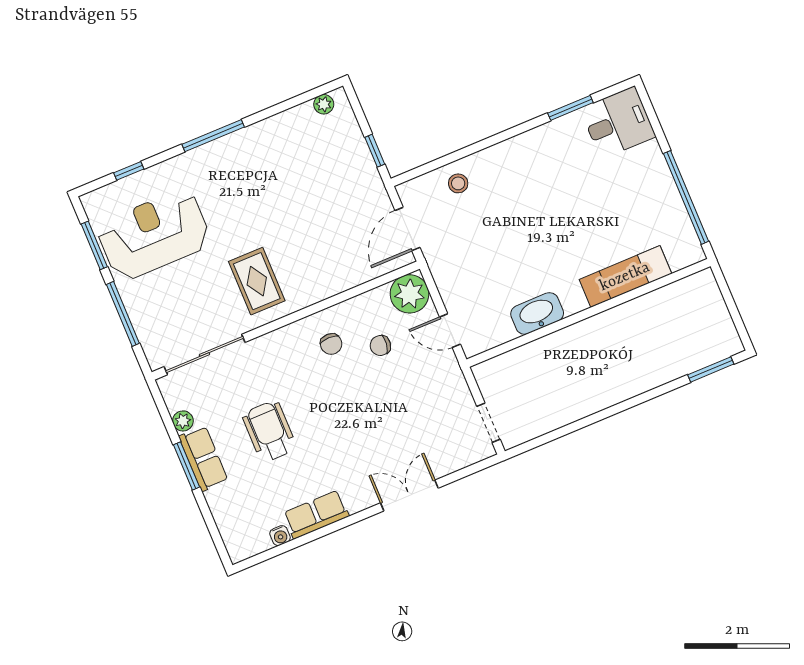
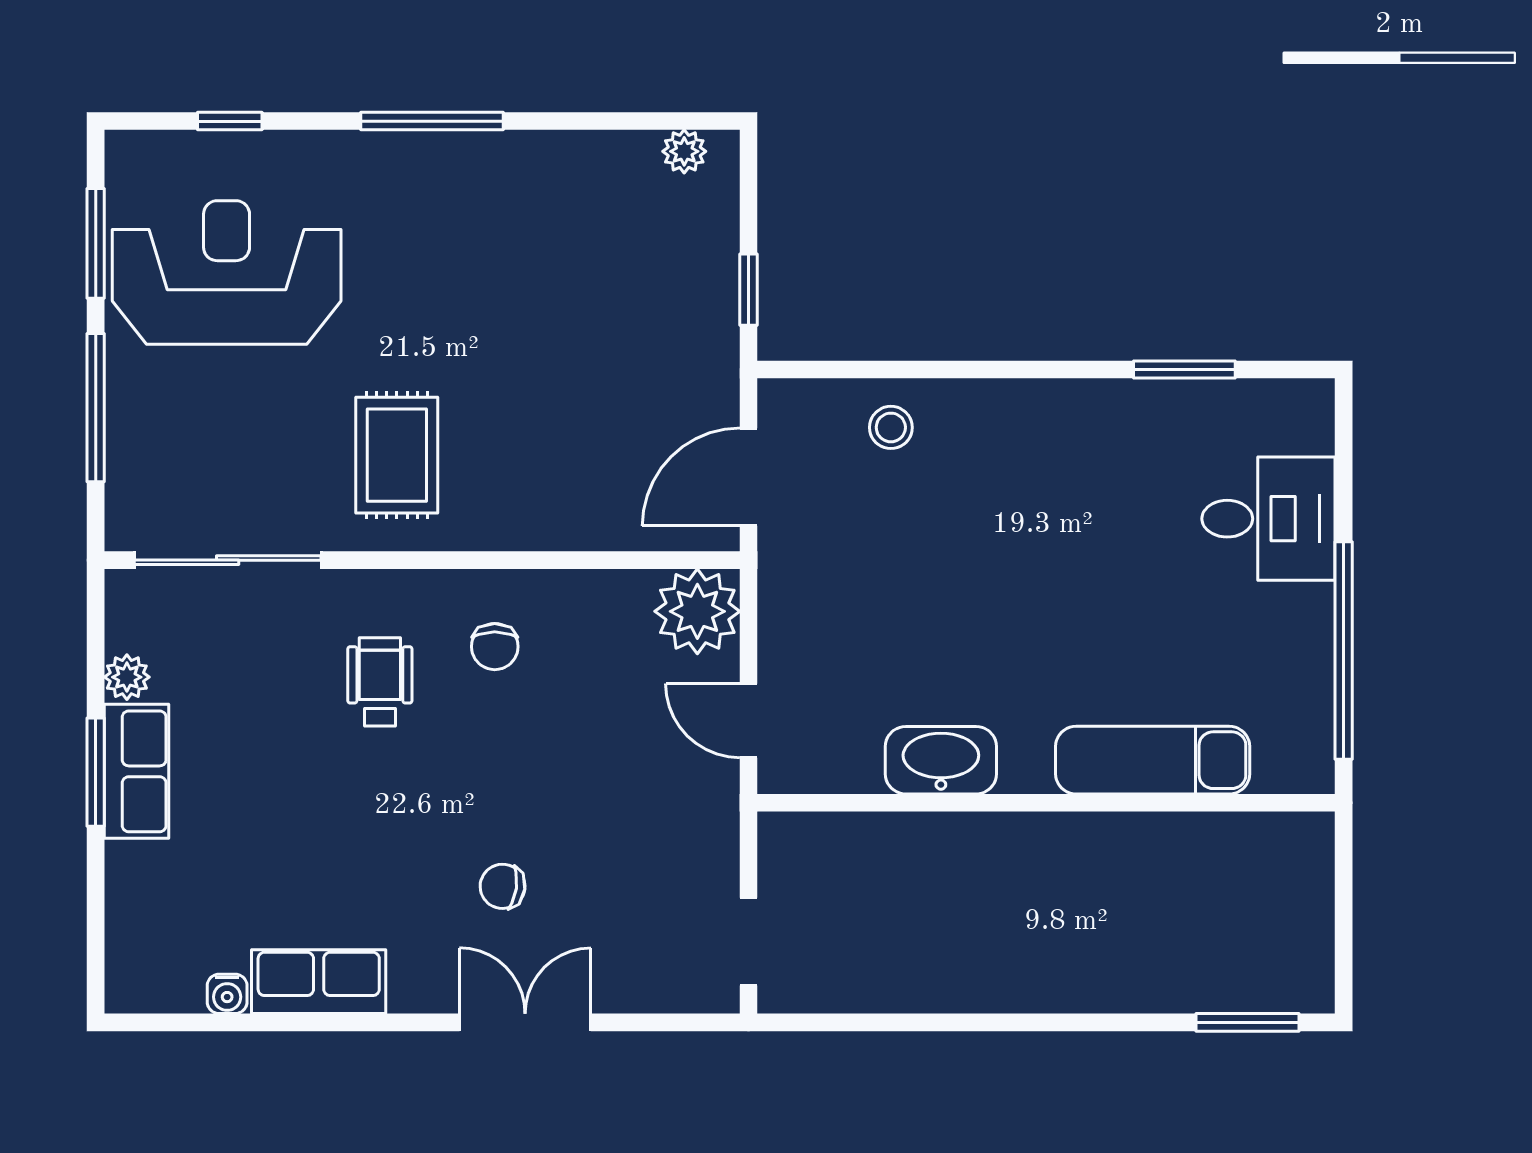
desk: (618, 123) -> (1268, 519), moved
chair: (380, 346) -> (503, 886), moved
wheelchair: (269, 431) -> (380, 682), moved, width x0.73, depth x0.73

